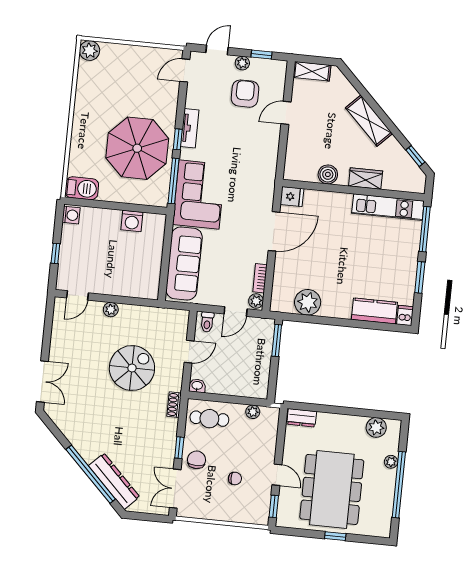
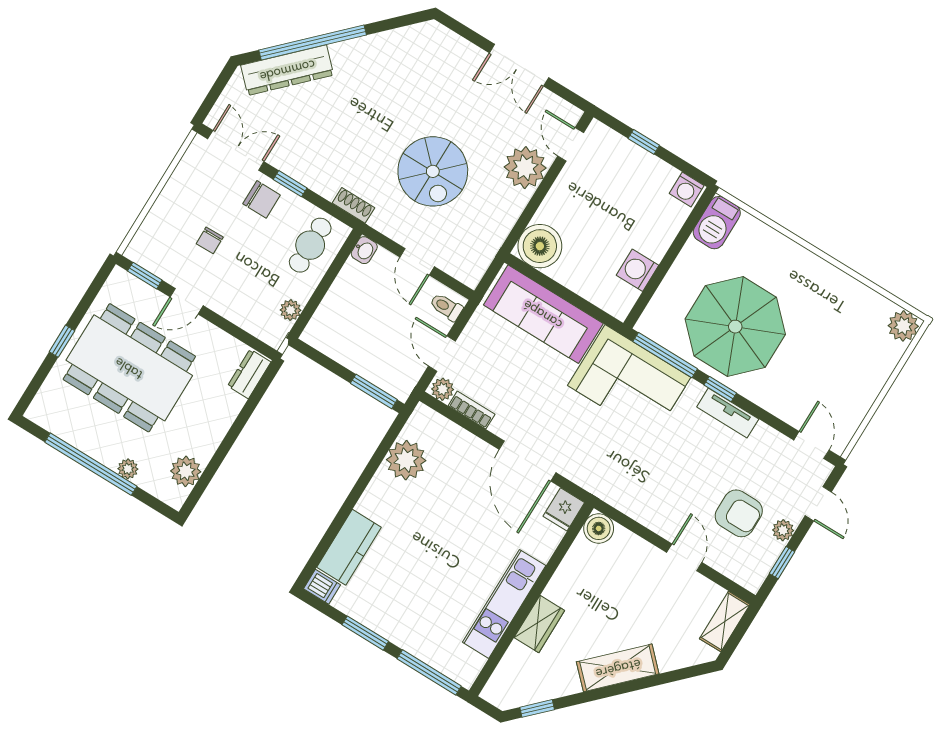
boiler: (328, 174) -> (599, 528), moved
kitchen unit: (388, 207) -> (504, 604), moved
boiler: (145, 285) -> (540, 246), added
plant: (111, 310) -> (525, 168), width x1.87, depth x1.87
double door: (42, 381) -> (519, 65), moved

